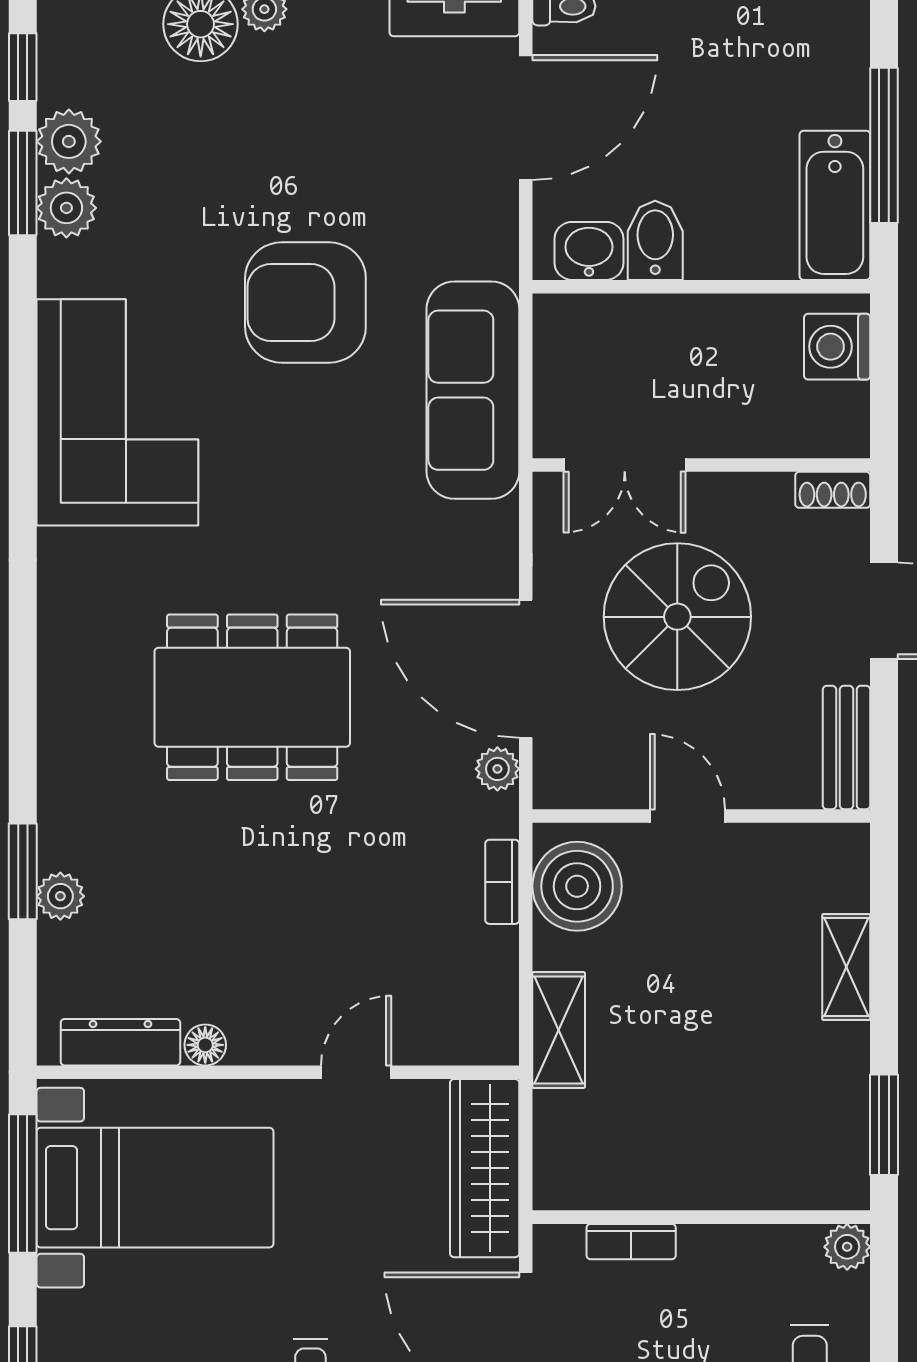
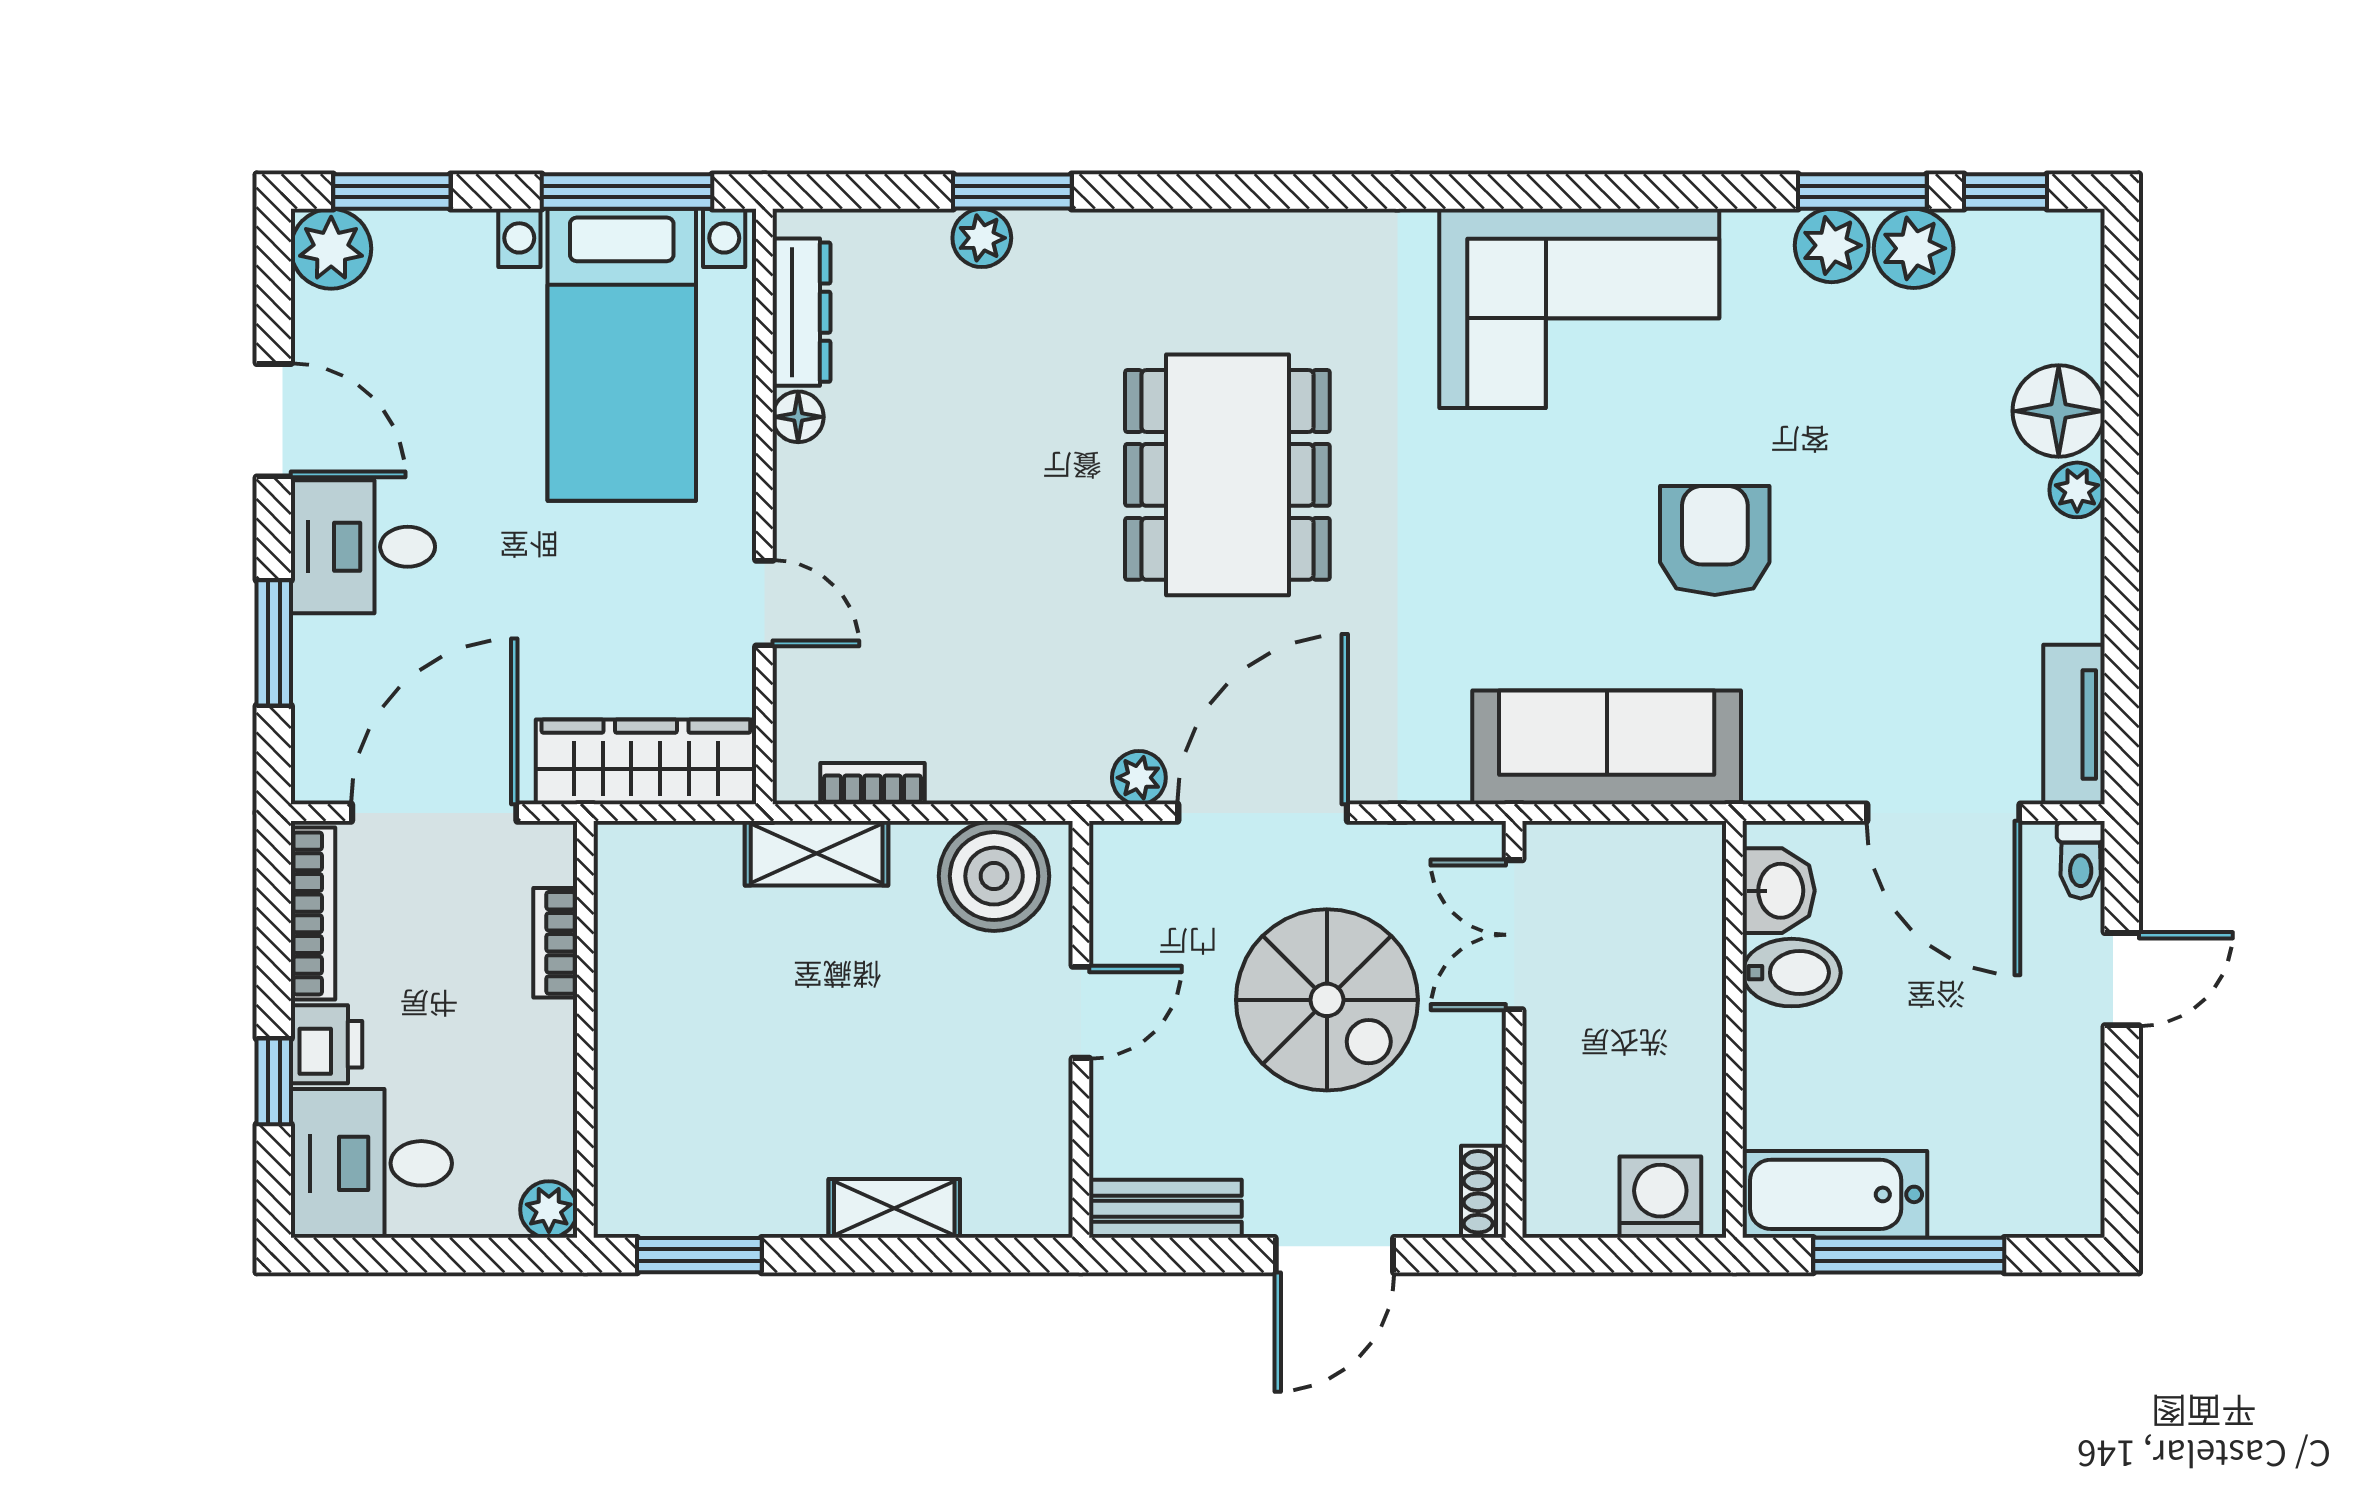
armchair: (305, 303) -> (1715, 541), width x0.73, depth x0.73
bookcase: (502, 882) -> (872, 784), moved

